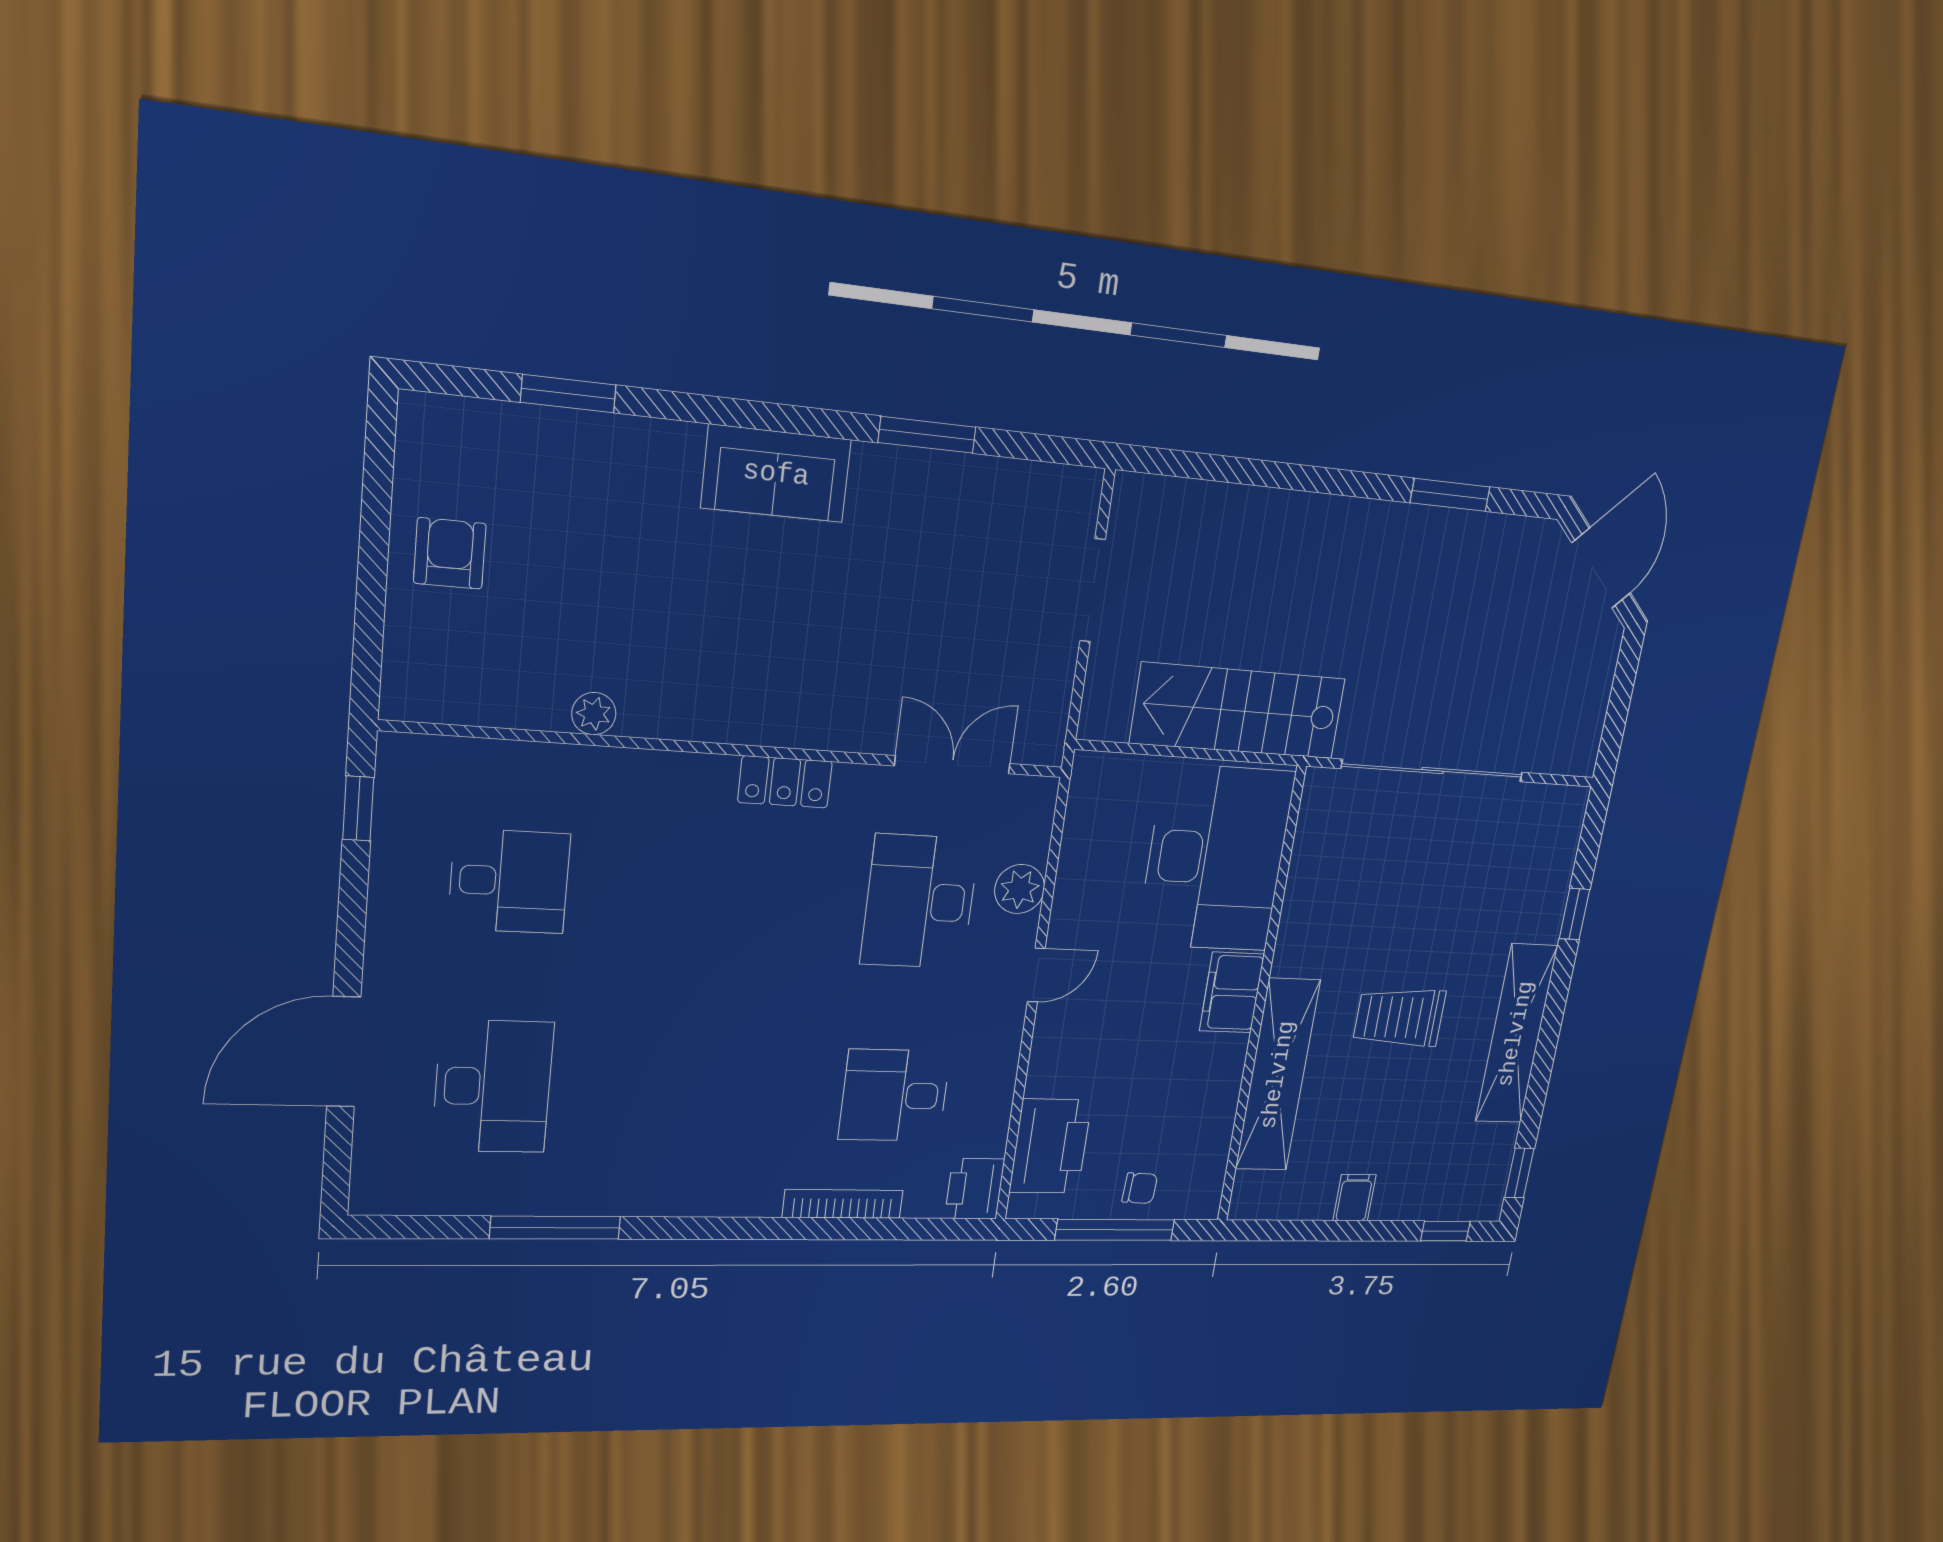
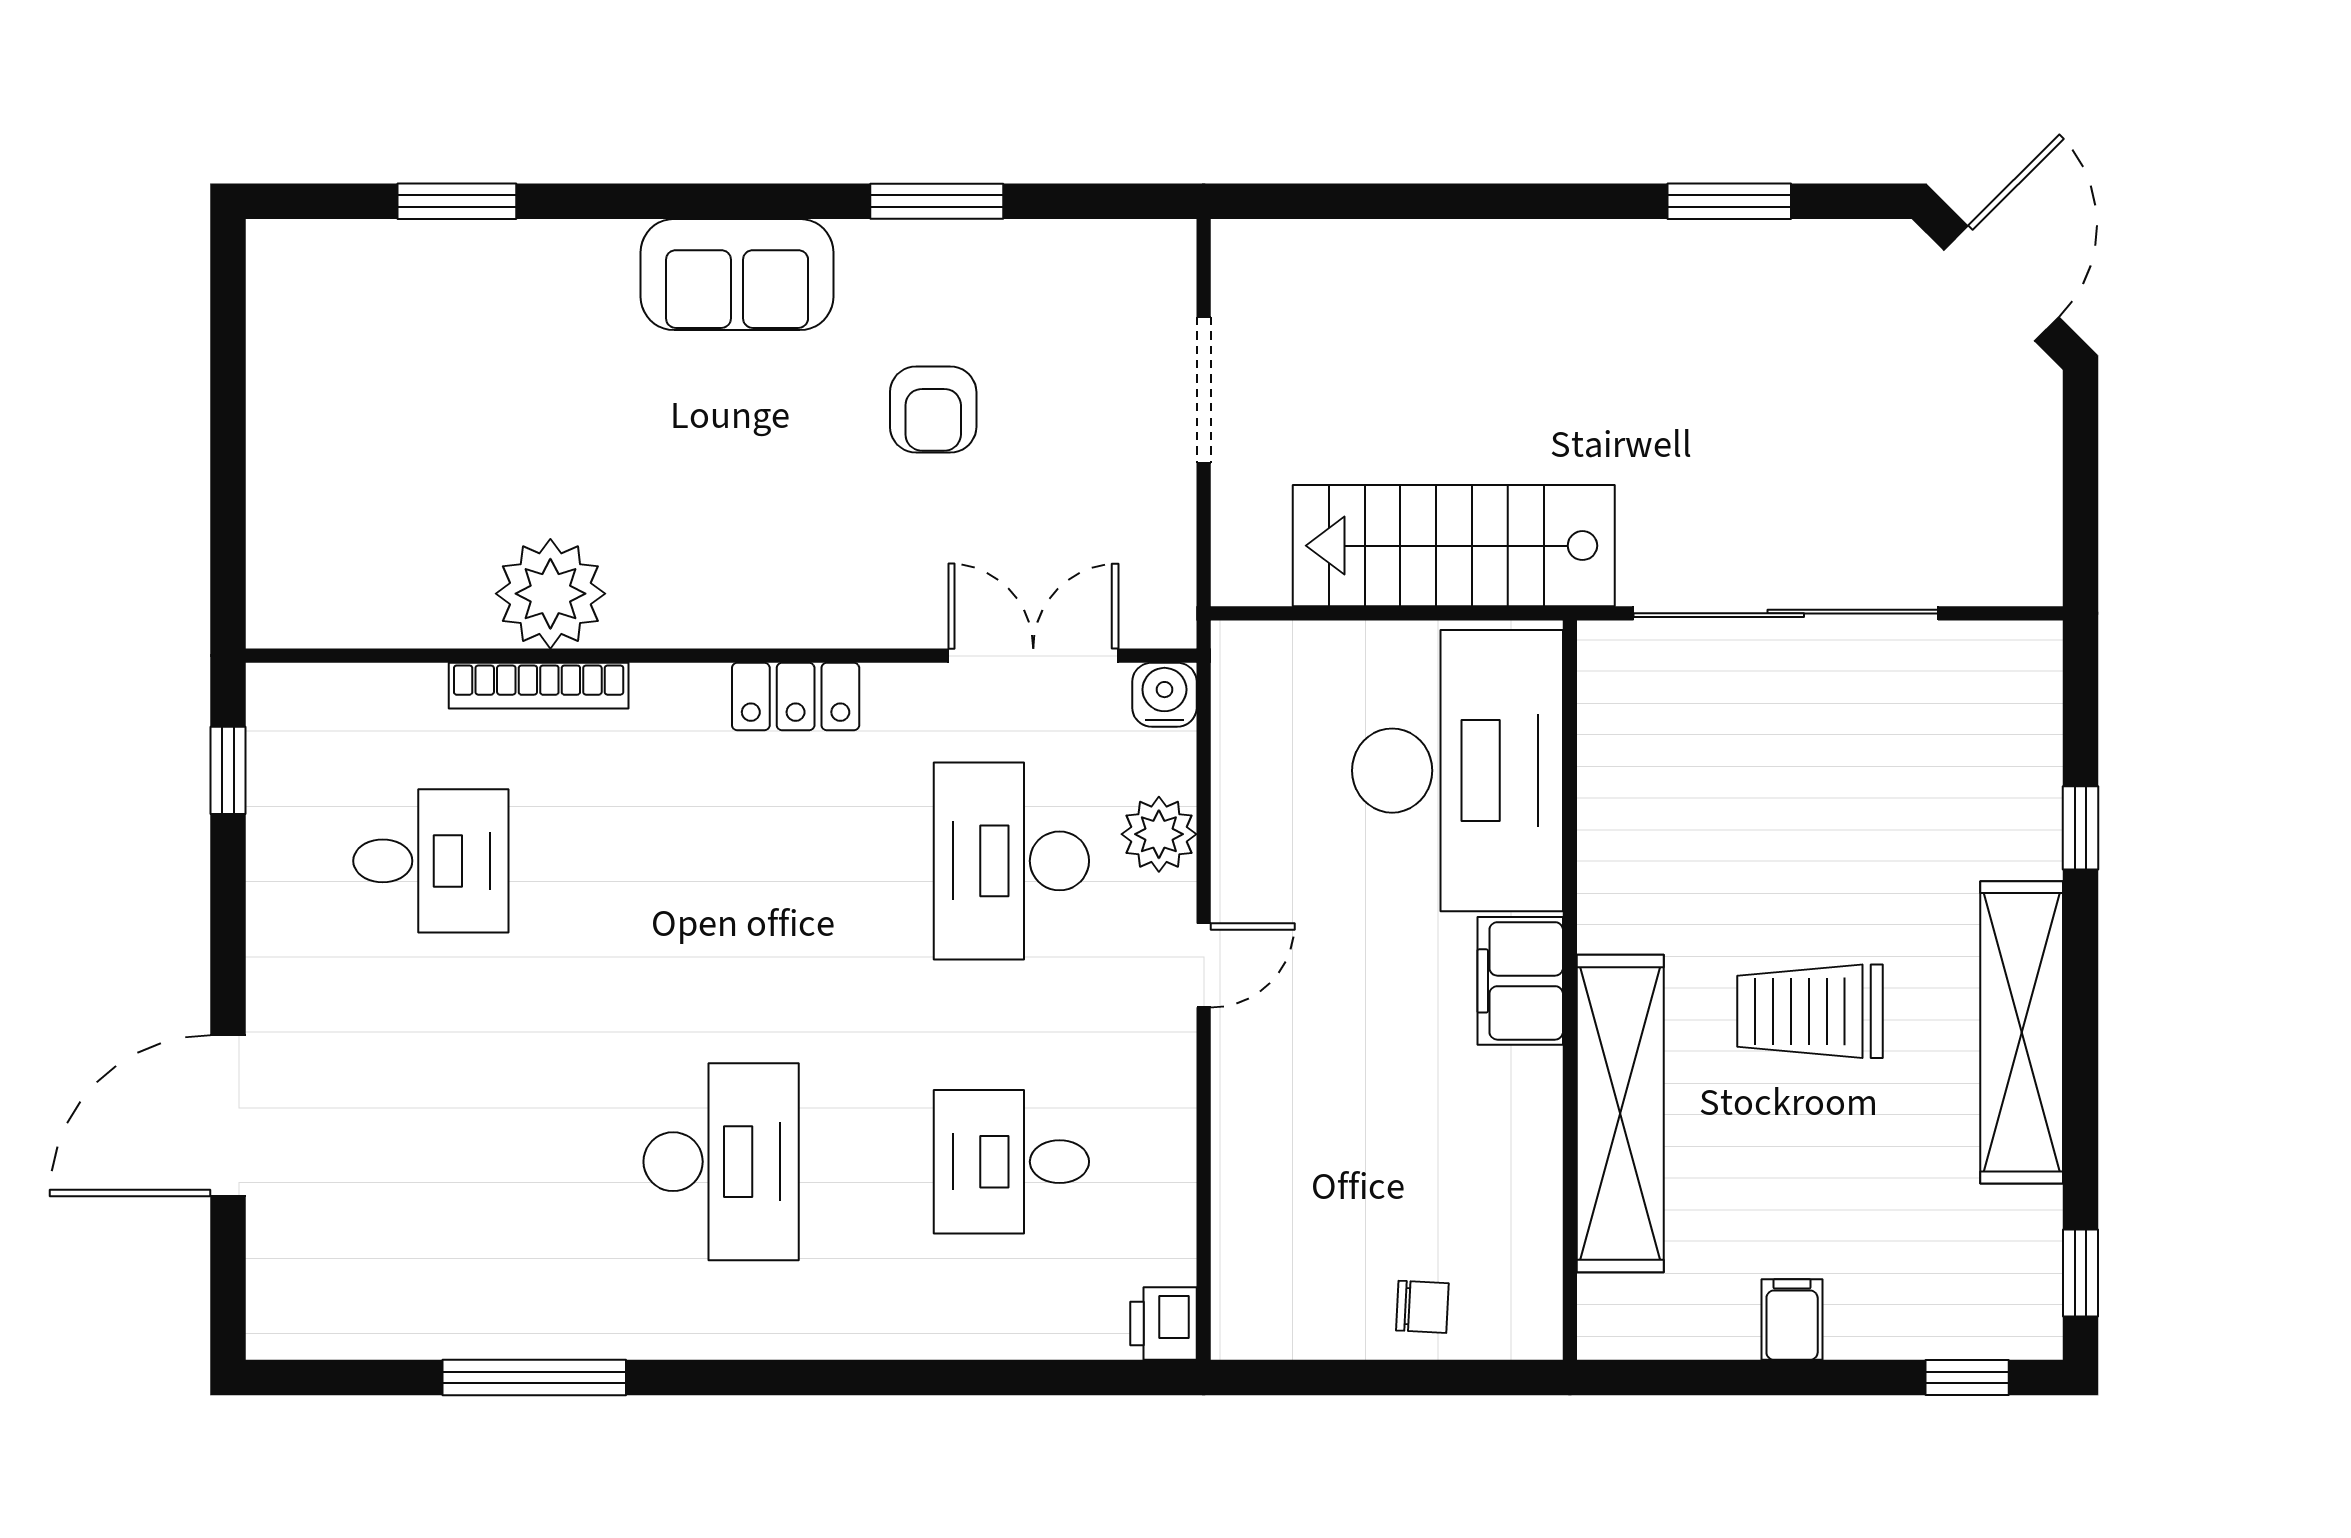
armchair: (450, 553) -> (933, 410), moved, turned 180
plant: (594, 714) -> (550, 594), width x1.87, depth x1.87
water cooler: (1036, 797) -> (1164, 695), added
desk: (493, 1086) -> (721, 1162), moved
printer: (1050, 1146) -> (1266, 1239), removed
printer: (975, 1189) -> (1163, 1324), width x0.73, depth x0.81
bookcase: (843, 1204) -> (539, 686), moved, turned 180
window: (1115, 1230) -> (1392, 1378), removed

